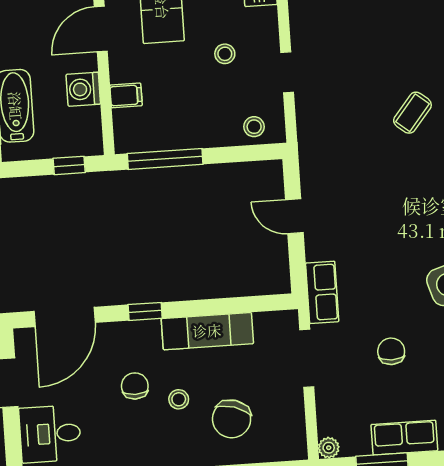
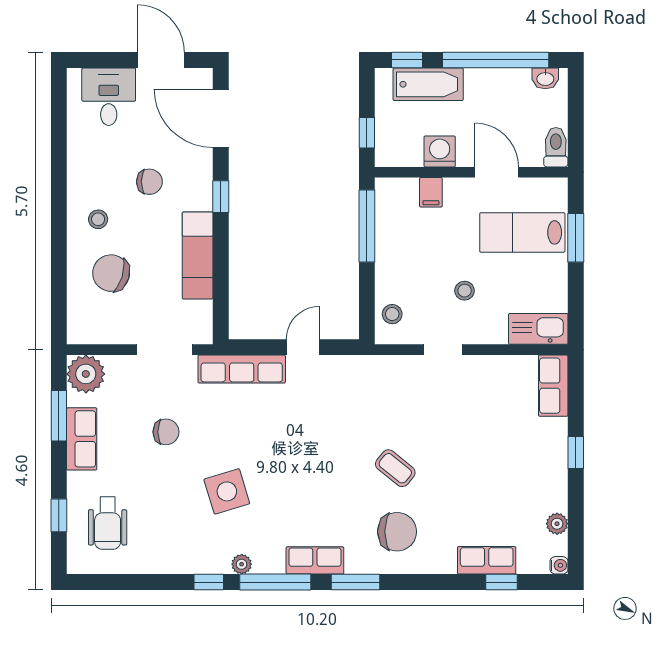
row of seats: (322, 292) -> (242, 369), width x1.48
stool: (179, 399) -> (98, 219), moved
plant: (329, 448) -> (86, 374), width x1.88, depth x1.88

